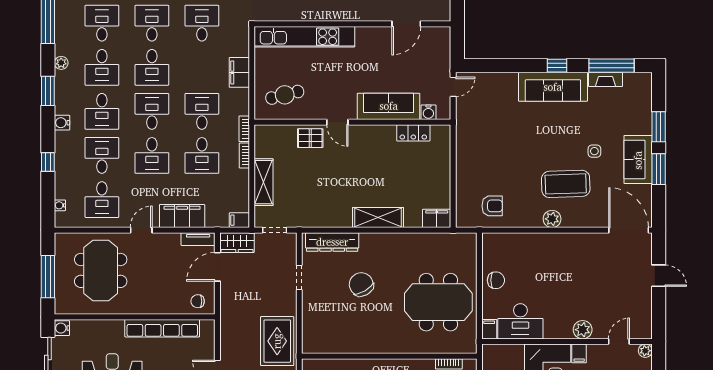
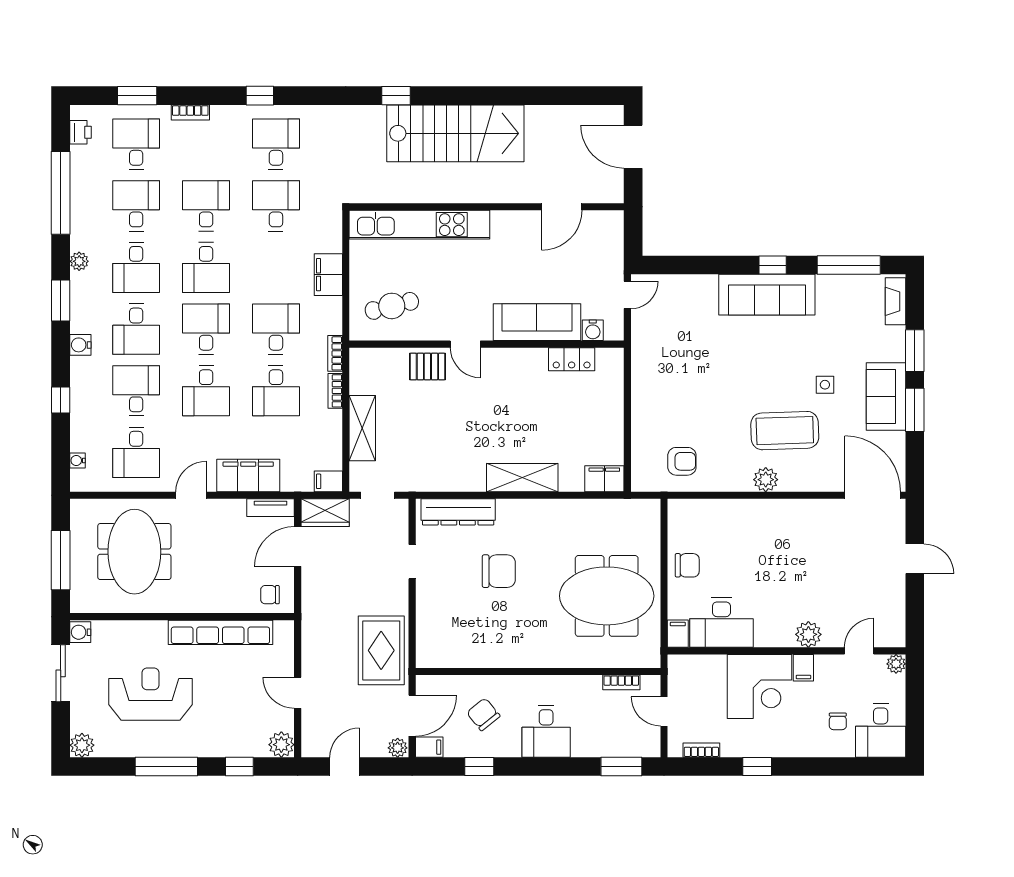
fireplace: (605, 79) -> (895, 301), moved, turned 90
chair: (361, 284) -> (499, 571), turned 120

